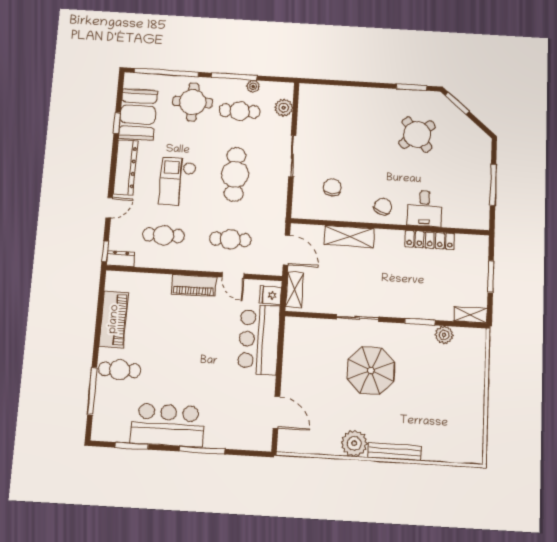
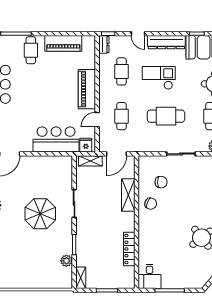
chair: (383, 207) -> (151, 204), moved
desk: (425, 209) -> (150, 276), moved, turned -90
piano: (194, 285) -> (87, 89), width x1.37, depth x1.33

